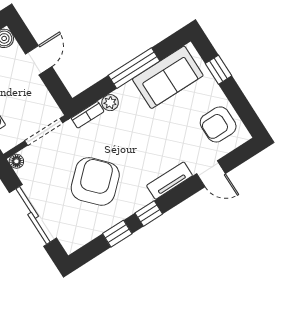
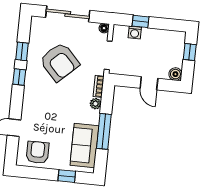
tv unit: (170, 181) -> (28, 102), removed

